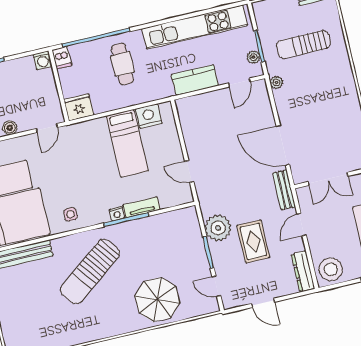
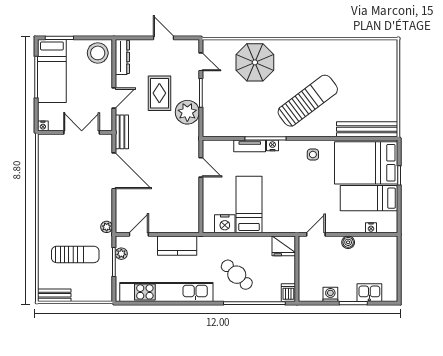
washing machine: (43, 60) -> (330, 294), moved
cafe table: (123, 64) -> (237, 275), turned -47

